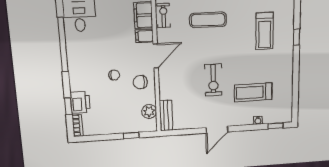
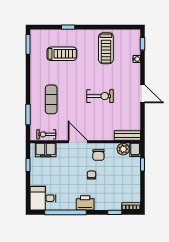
filing cabinet: (144, 36) -> (135, 150), moved
treadmill: (253, 92) -> (106, 48), moved
printer: (80, 102) -> (85, 203), moved

